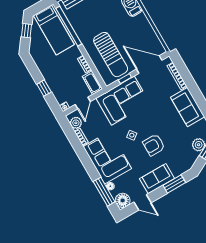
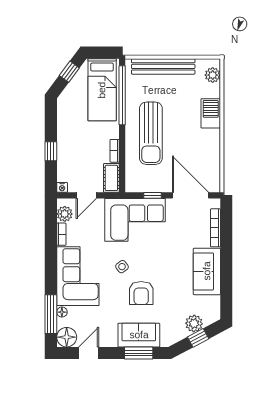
sun lounger: (111, 55) -> (151, 133), moved
armchair: (154, 145) -> (141, 293), turned -90
sofa: (157, 179) -> (139, 335), moved
door: (142, 202) -> (89, 353), swing flipped

